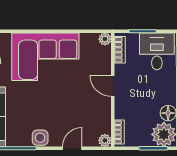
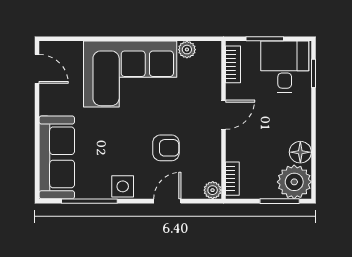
plant: (105, 39) -> (187, 50), moved
door: (113, 86) -> (223, 115), swing flipped
armchair: (71, 110) -> (166, 148), added

